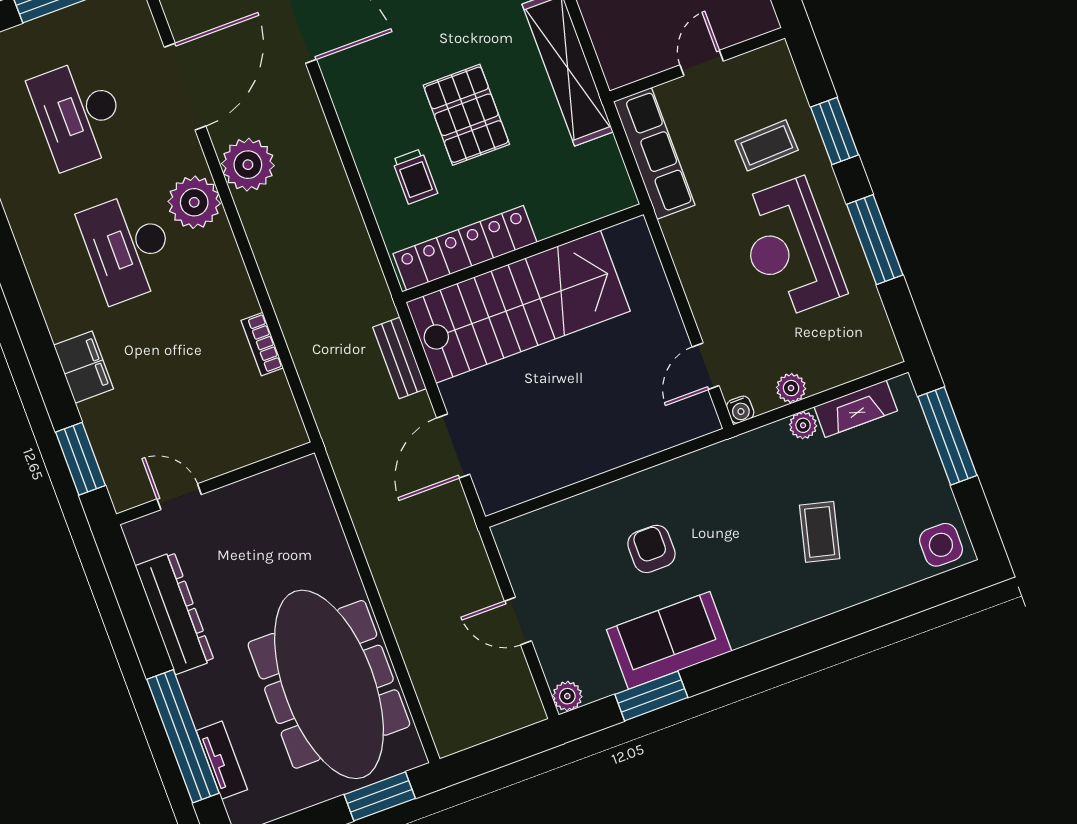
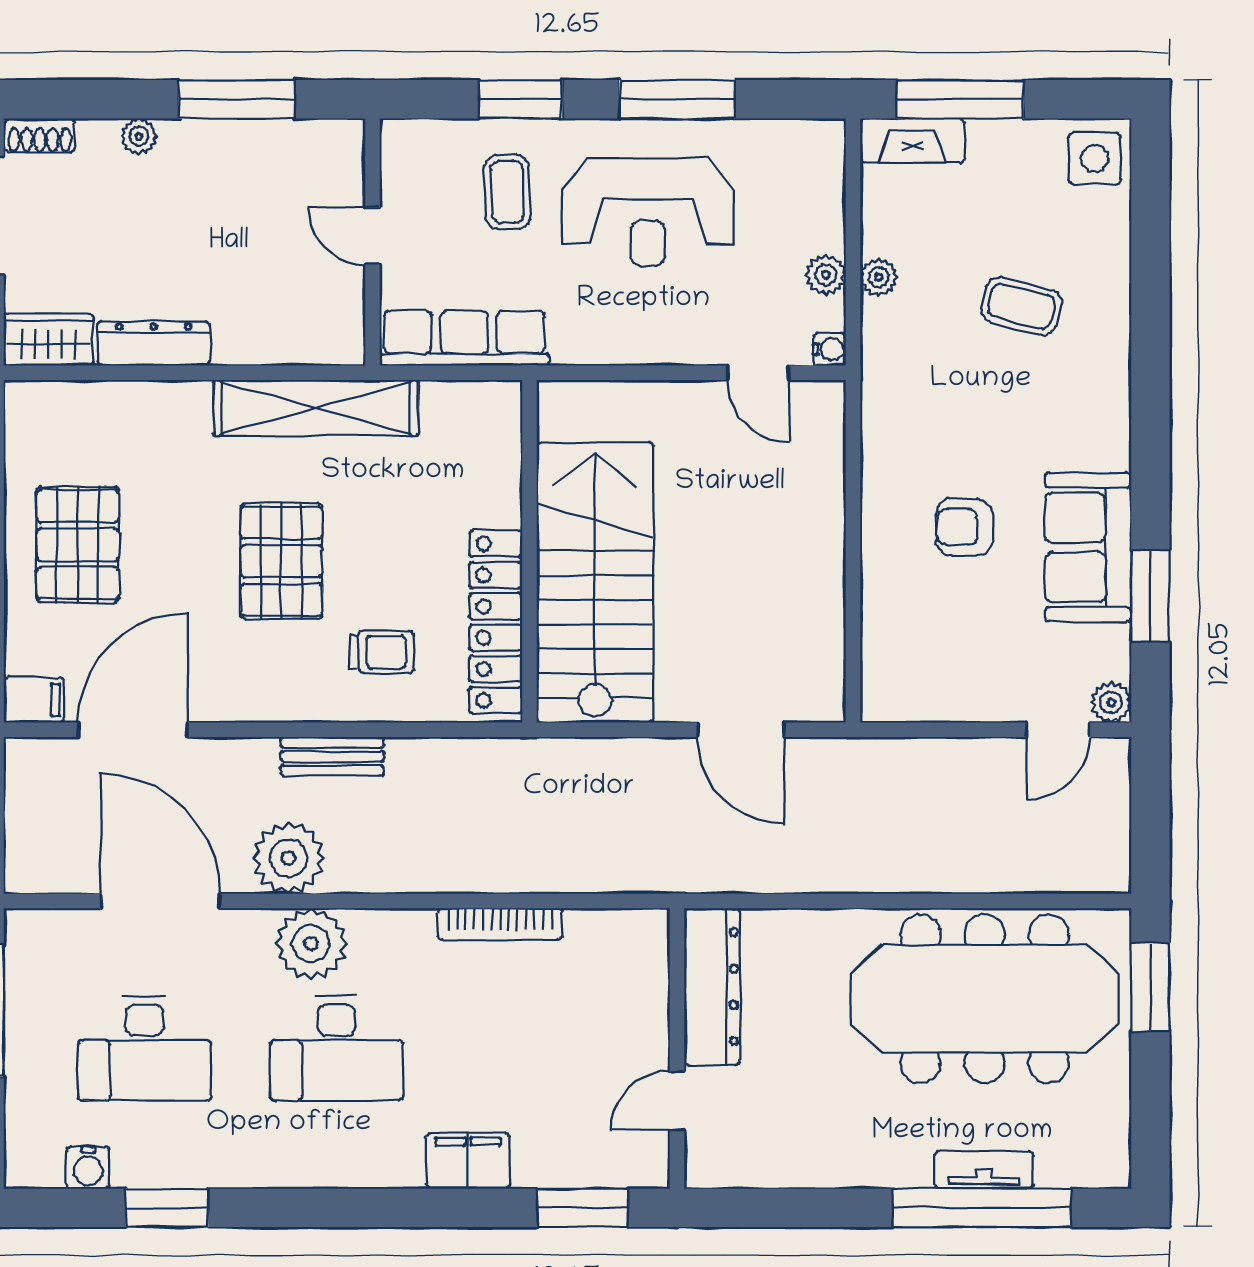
pallet: (466, 115) -> (281, 561), moved, turned 90
bookcase: (262, 344) -> (500, 924), width x1.56
bench: (400, 358) -> (332, 756), moved
fireplace: (856, 409) -> (912, 141), moved, turned 90
dresser: (175, 613) -> (712, 987), moved, turned 90
door: (518, 621) -> (1058, 730), moved
tv unit: (222, 760) -> (984, 1170), moved

